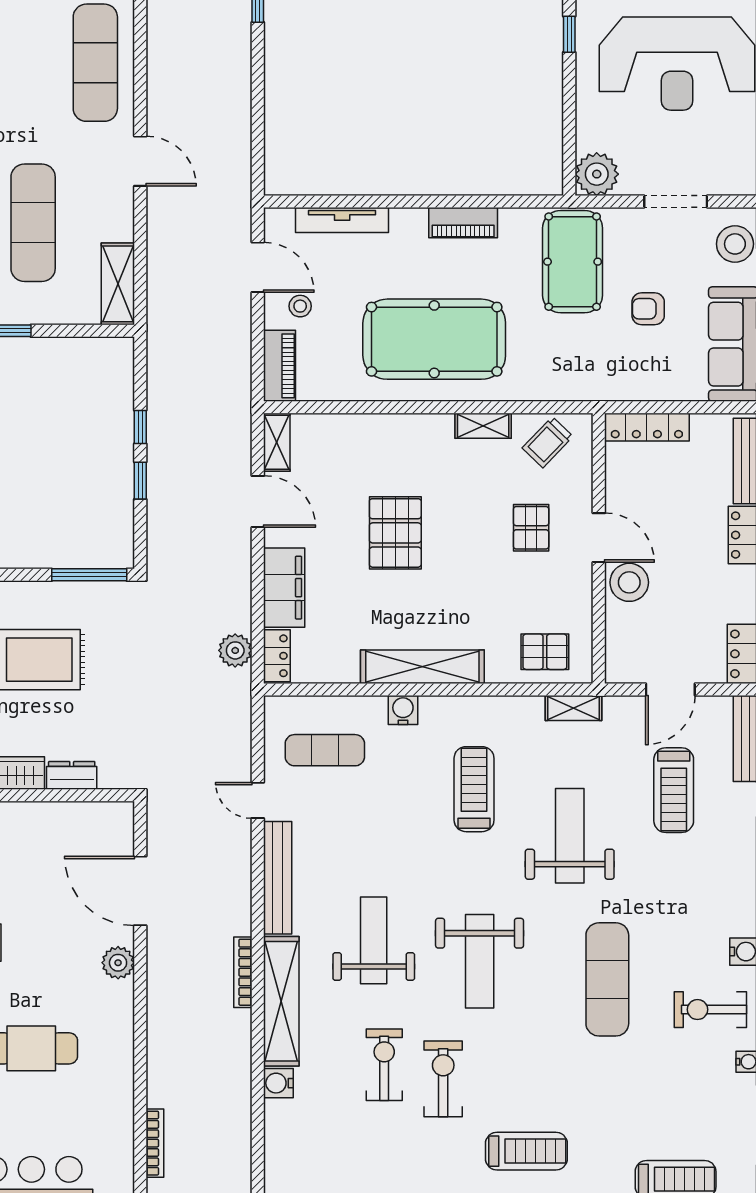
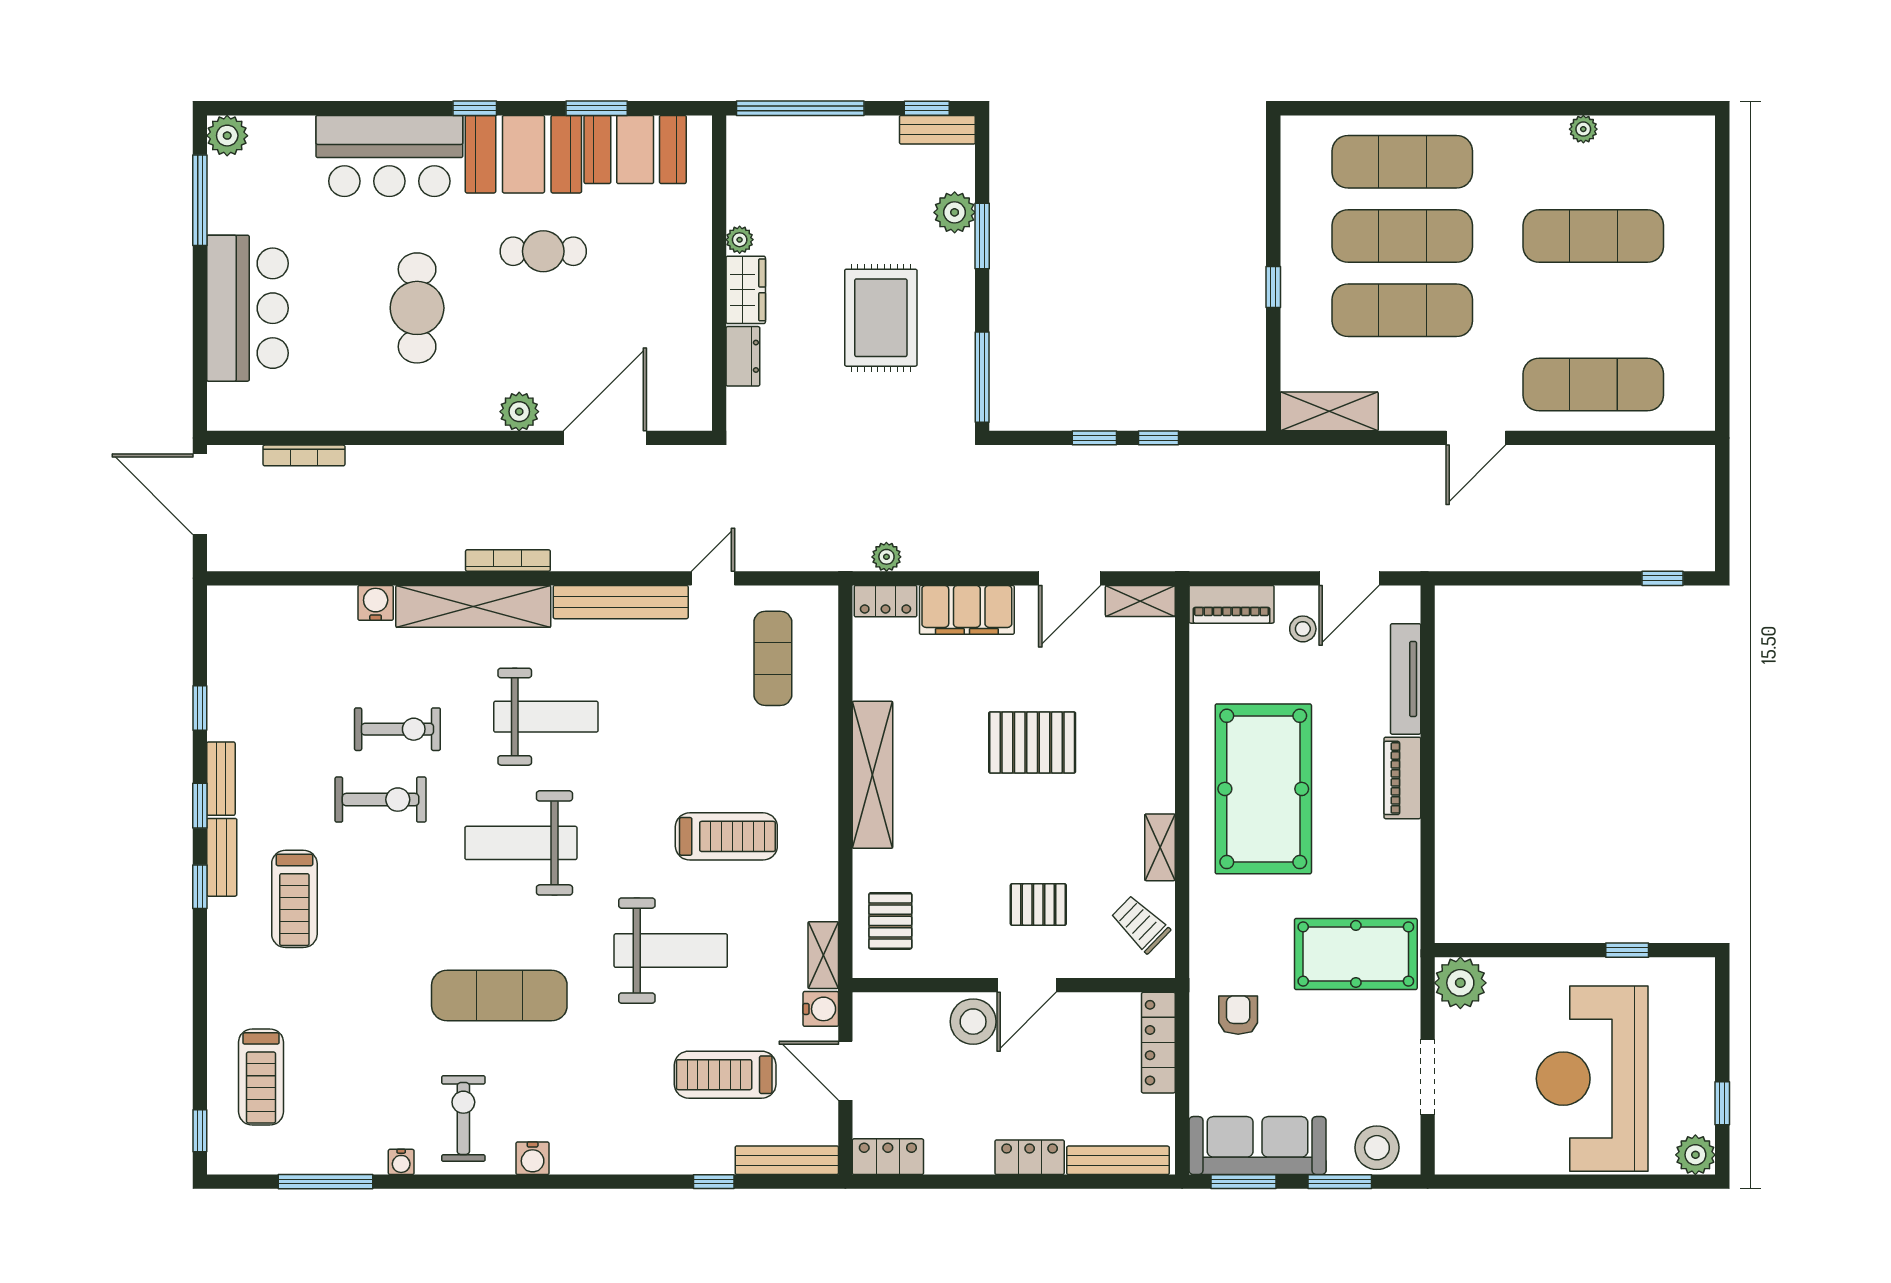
piano: (463, 223) -> (1402, 778), moved
armchair: (648, 309) -> (1238, 1015), moved
plant: (235, 650) -> (886, 557), width x0.73, depth x0.73
water cooler: (403, 710) -> (821, 1009), moved

